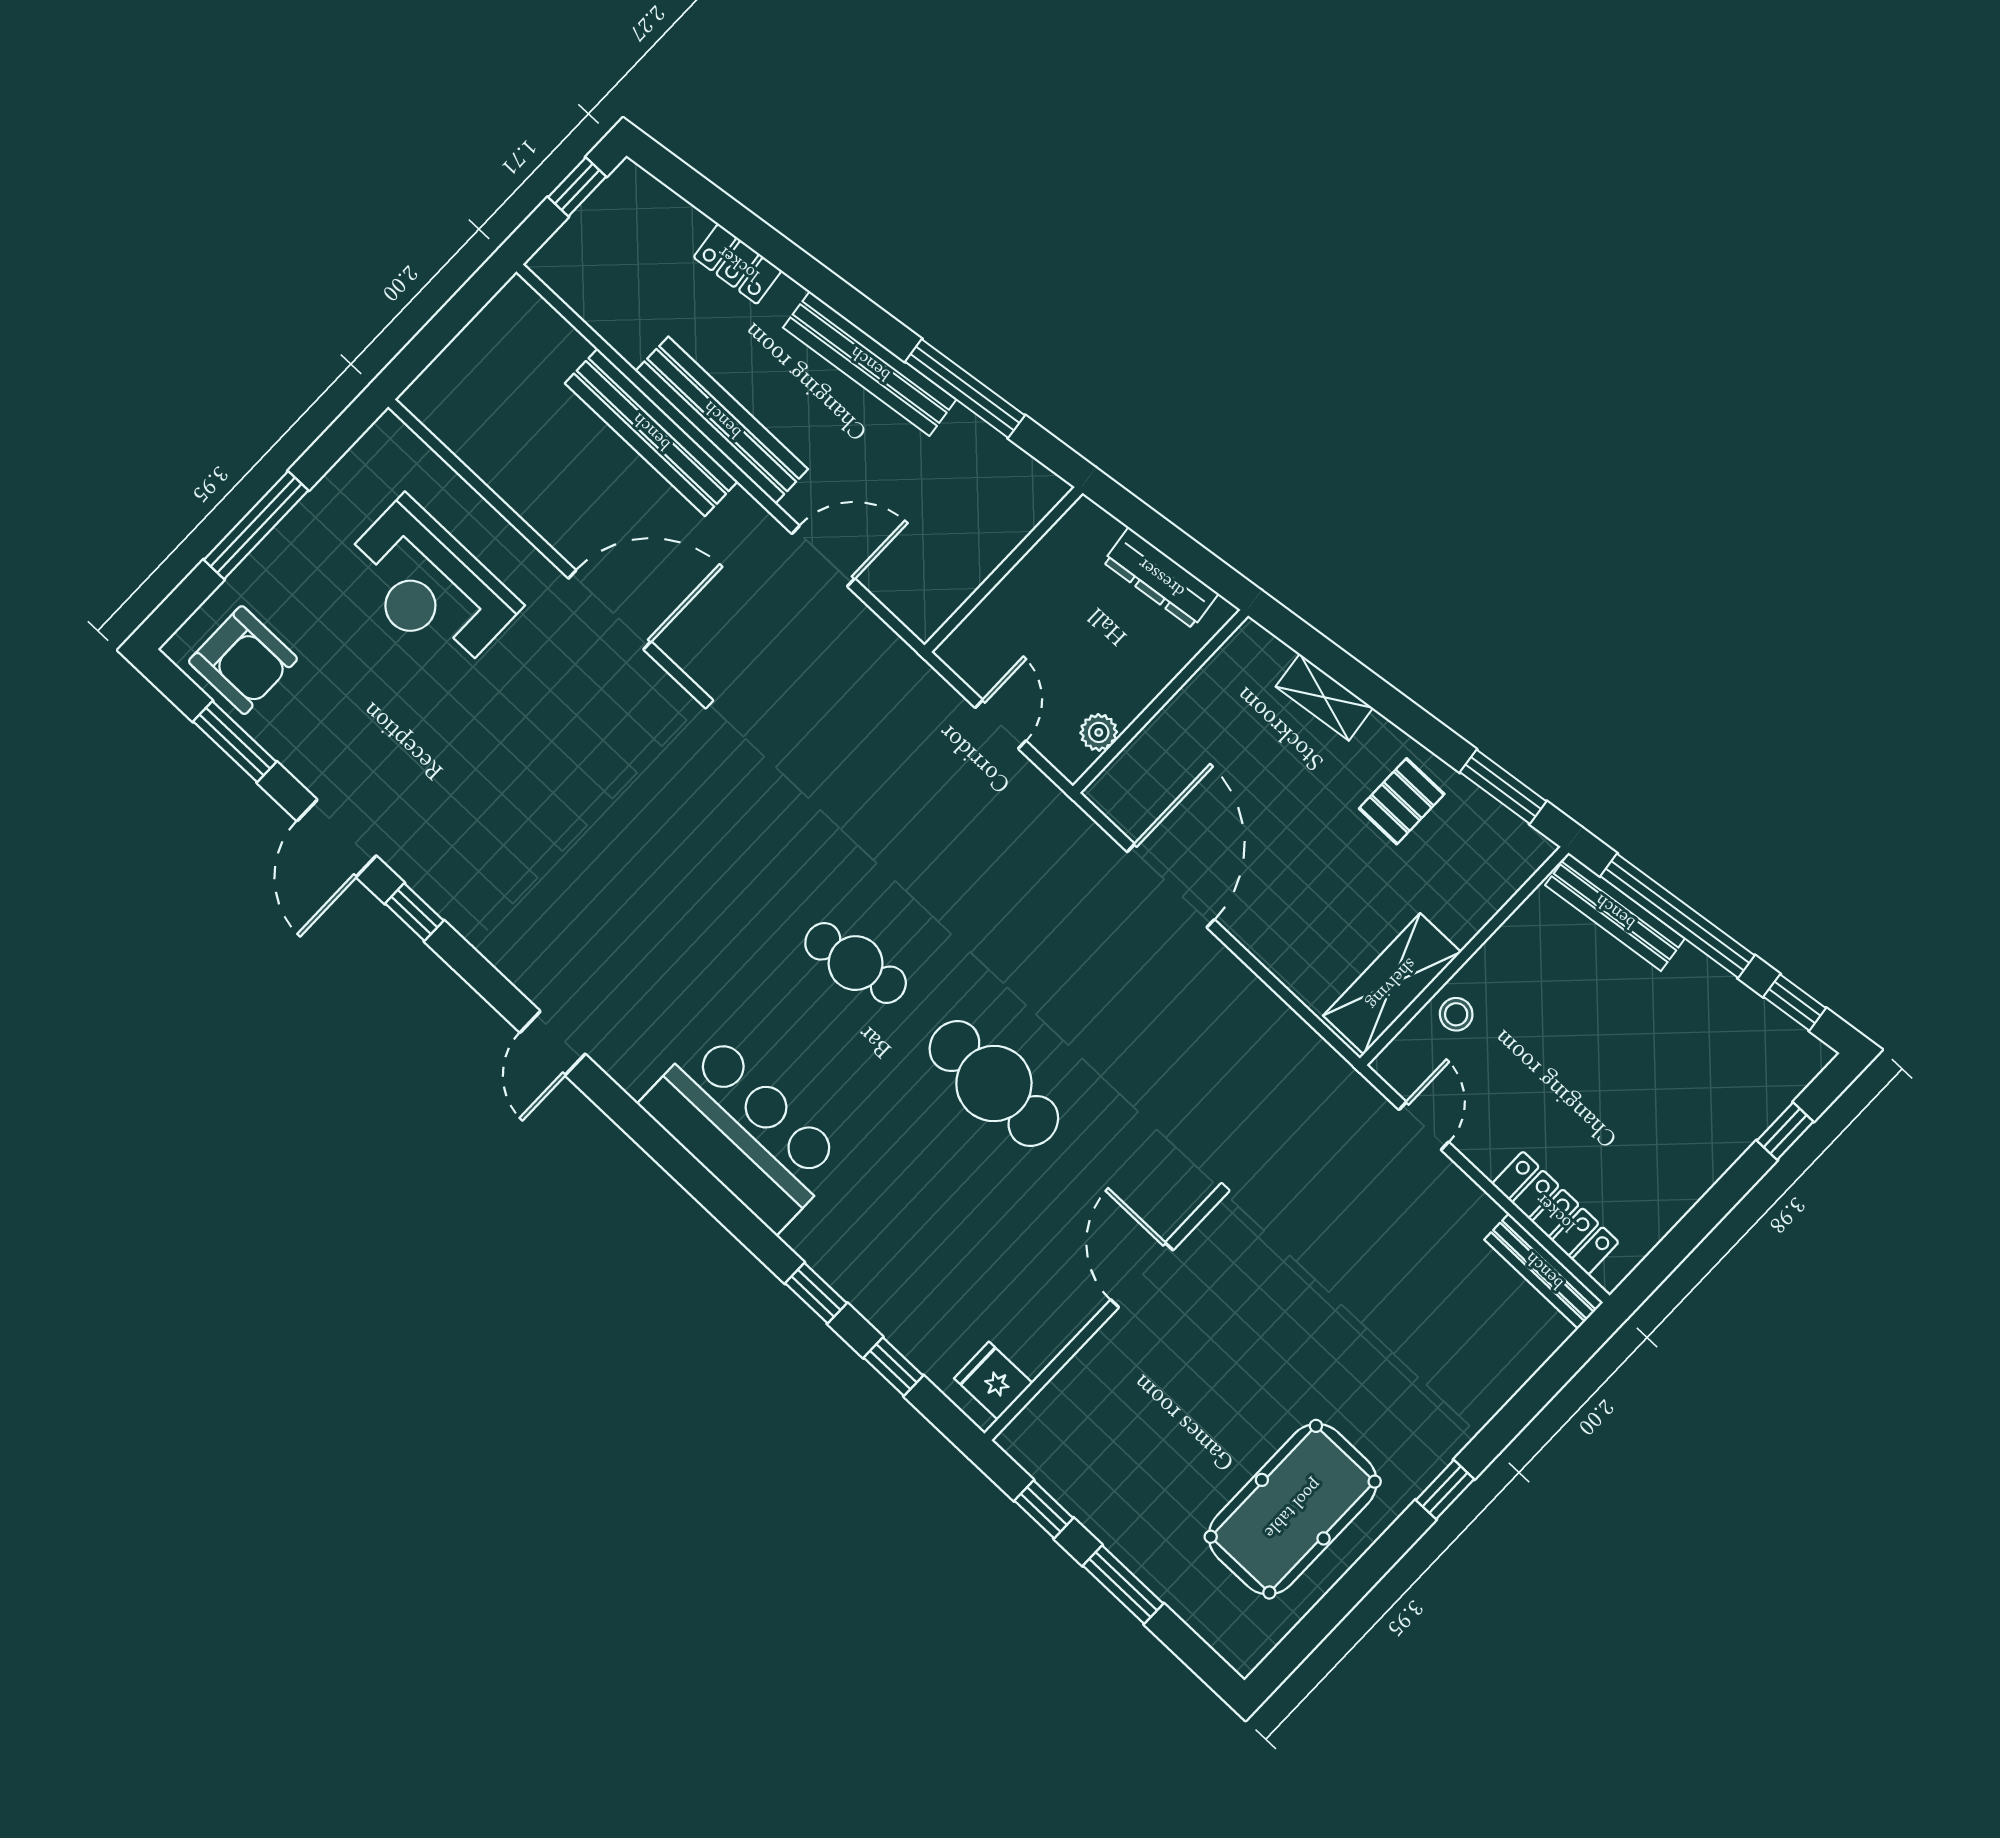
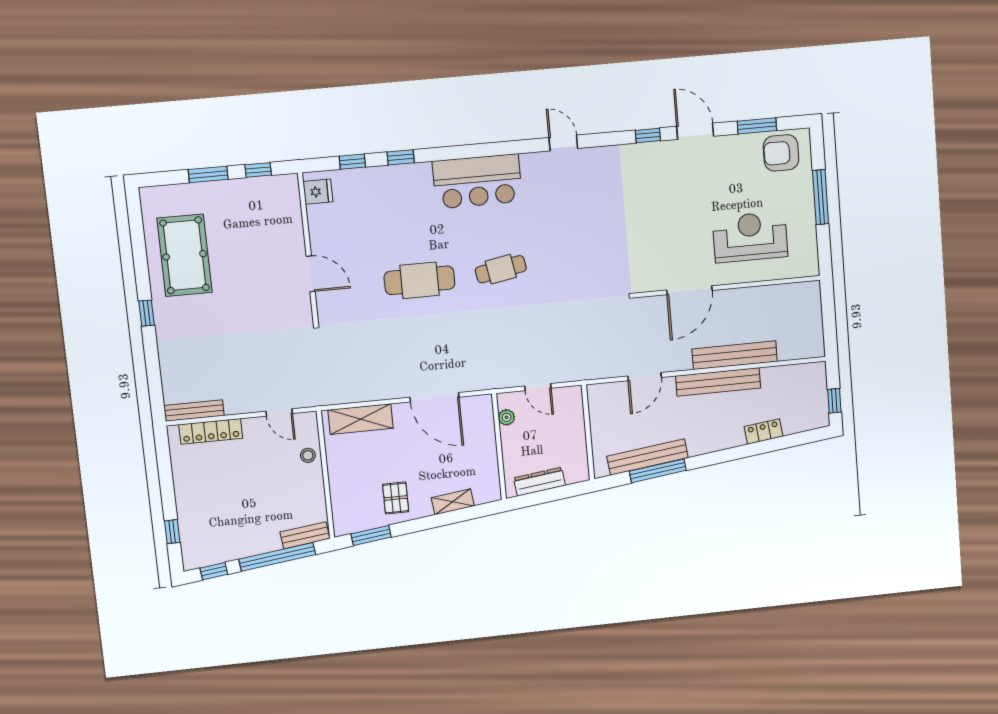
bench: (870, 364) -> (648, 457), moved
bench: (1615, 912) -> (305, 535), width x0.73
shelving: (1392, 984) -> (361, 419), moved, turned 90

